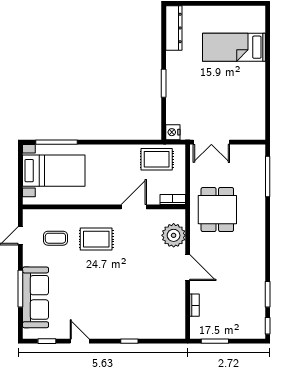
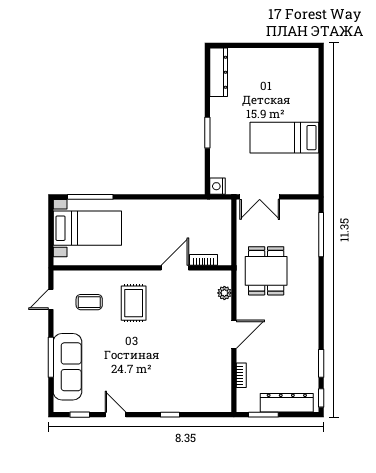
bed: (234, 47) -> (284, 138), moved
rug: (157, 159) -> (200, 216), removed
bookcase: (173, 200) -> (203, 260), moved
plant: (174, 235) -> (224, 293), width x0.53, depth x0.53
rug: (96, 239) -> (134, 303), turned 90
door: (188, 268) -> (234, 334), hinge flipped
dresser: (236, 330) -> (287, 403), added

